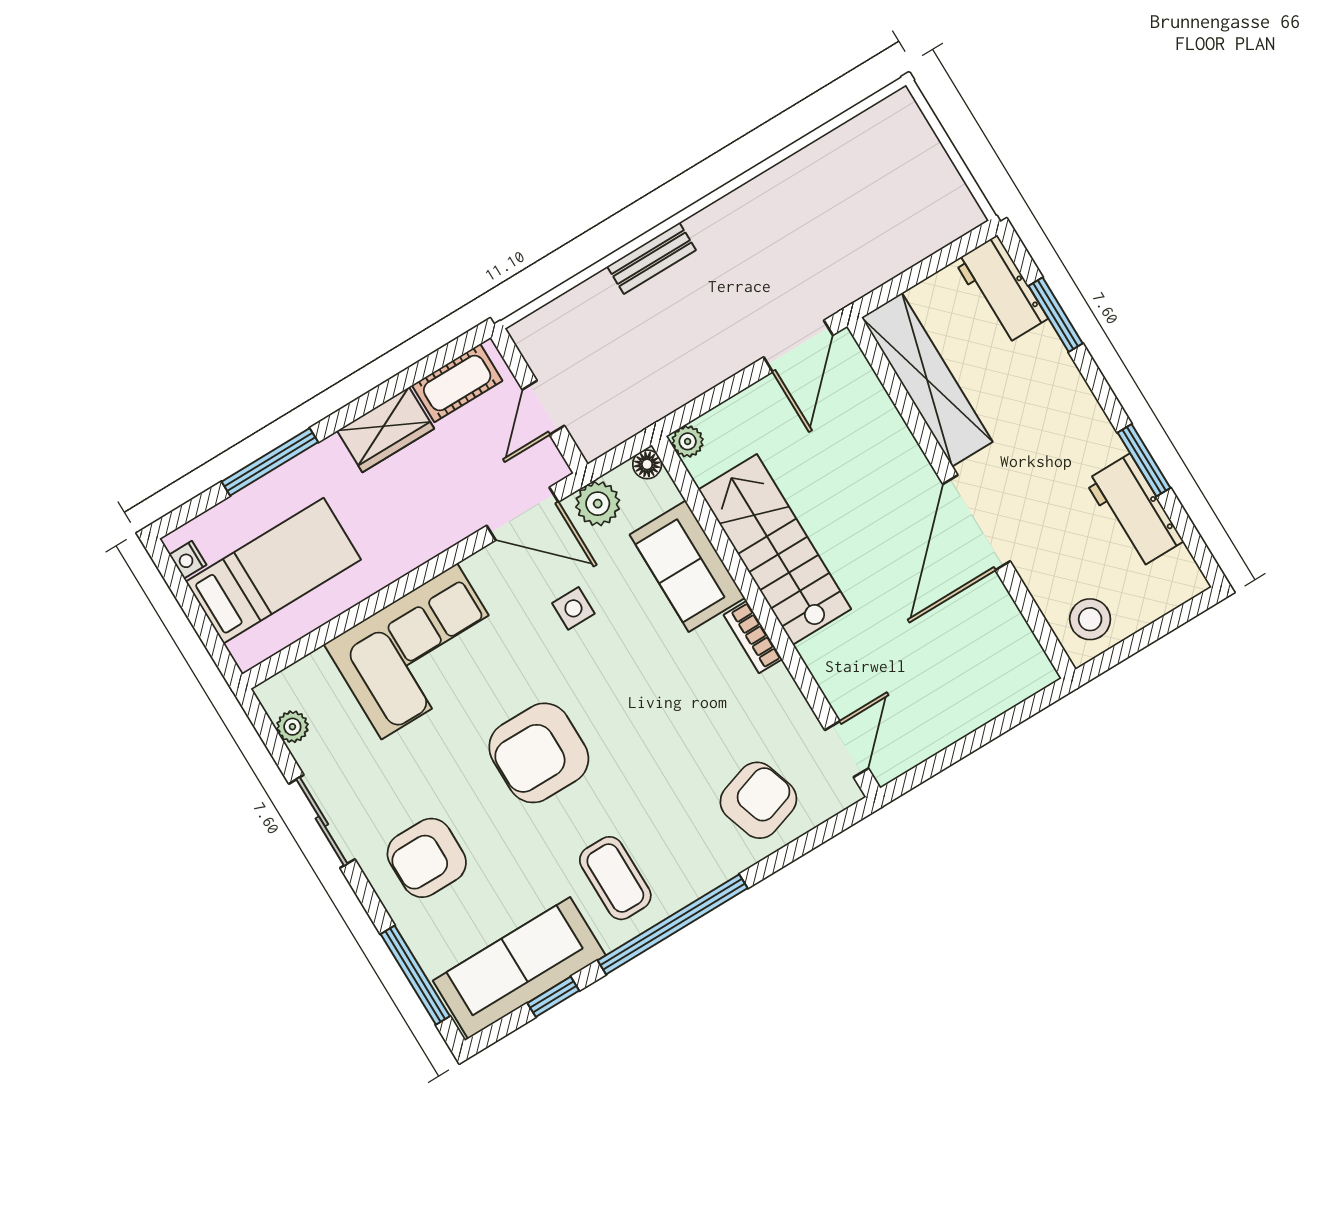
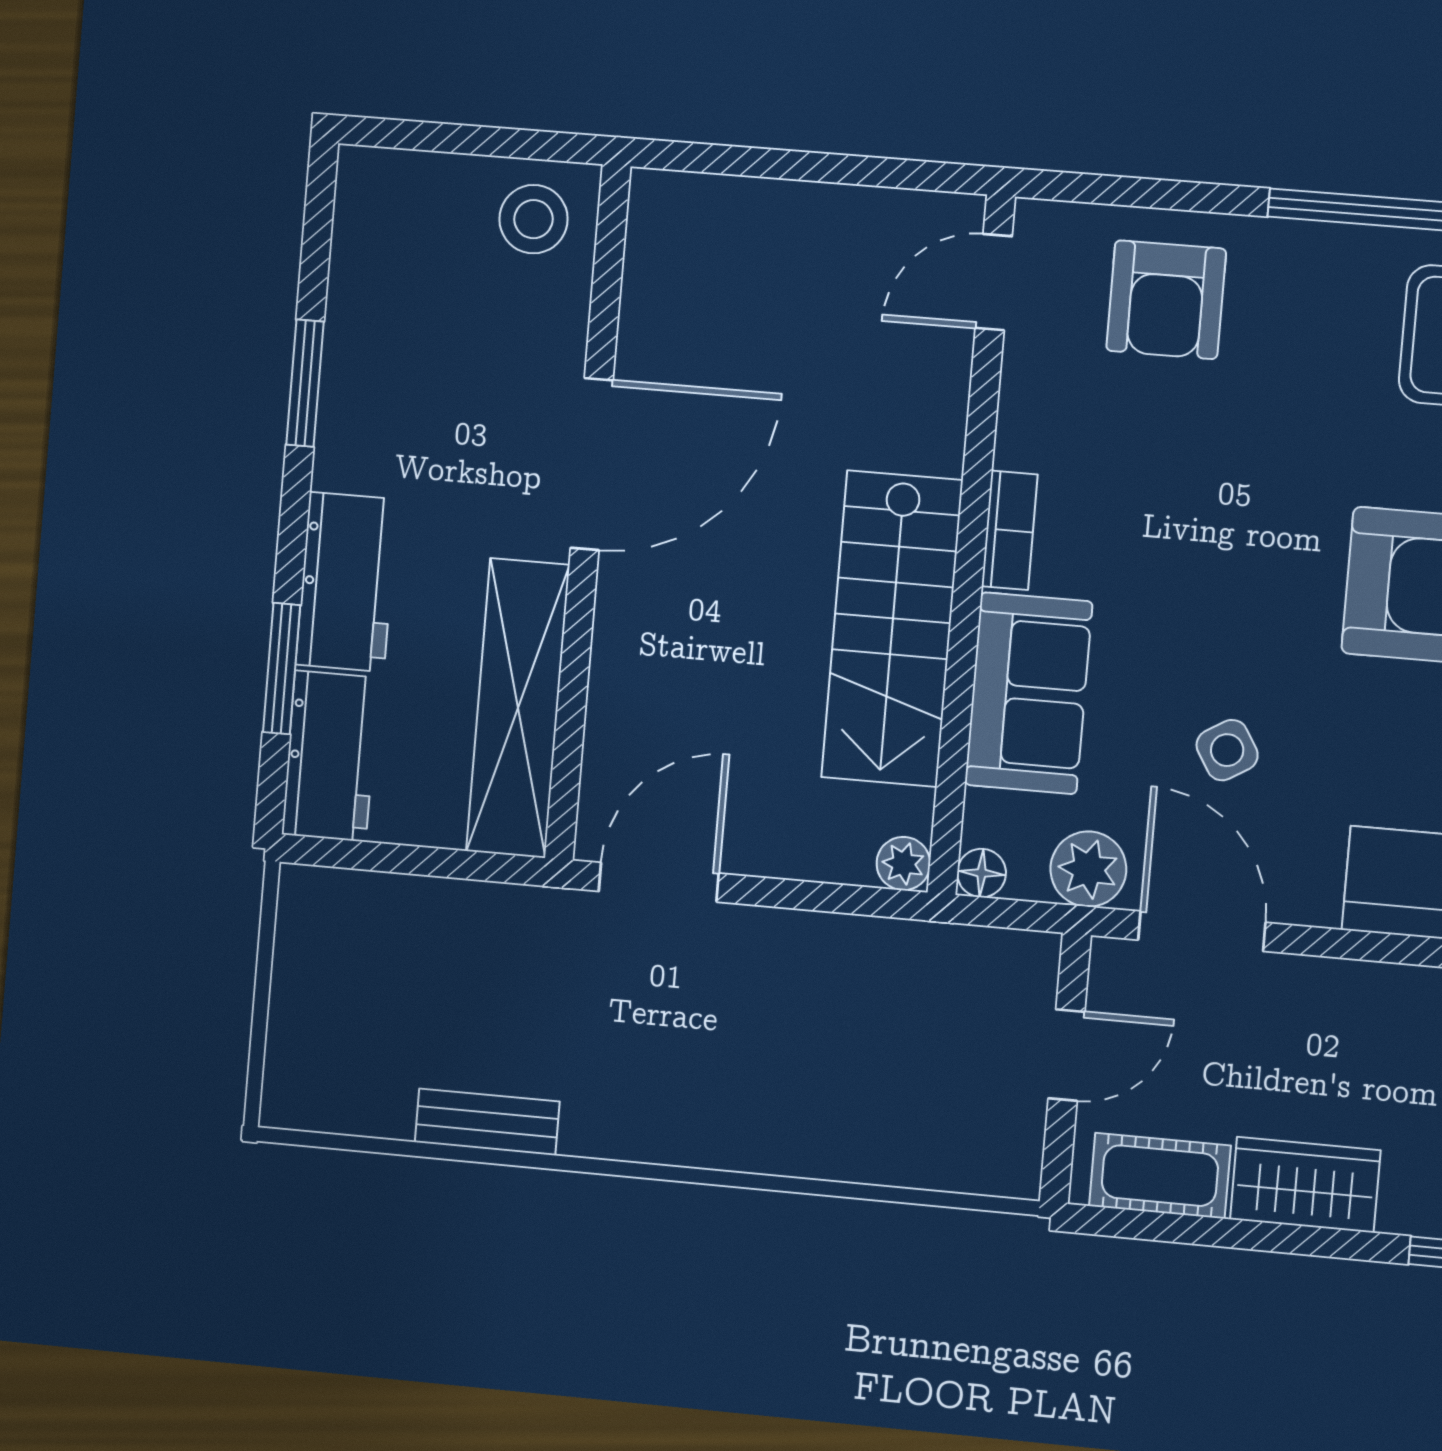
bench: (652, 258) -> (487, 1122), moved
workbench: (1134, 511) -> (347, 582), moved
side table: (573, 608) -> (1227, 750), turned -31
armchair: (758, 800) -> (1166, 300), turned -72

